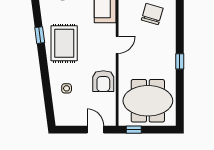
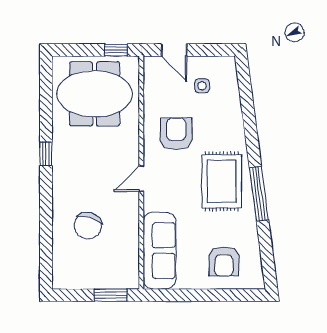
window: (40, 35) -> (259, 194), width x2.17
armchair: (103, 81) -> (176, 134), moved
side table: (67, 88) -> (202, 86), moved

